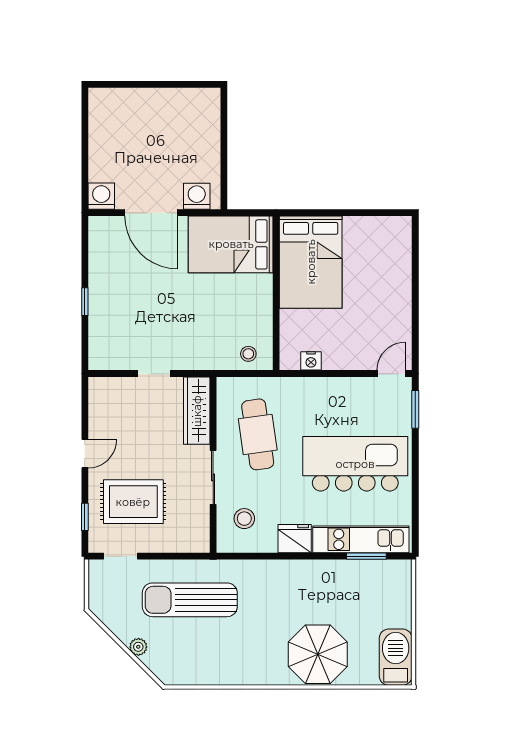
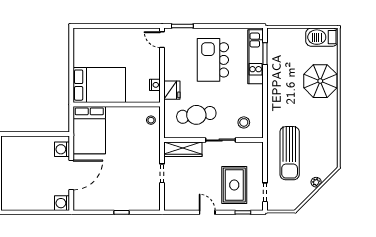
kitchen island: (355, 464) -> (213, 60), width x0.73
fridge: (295, 539) -> (172, 90), moved, turned 180

